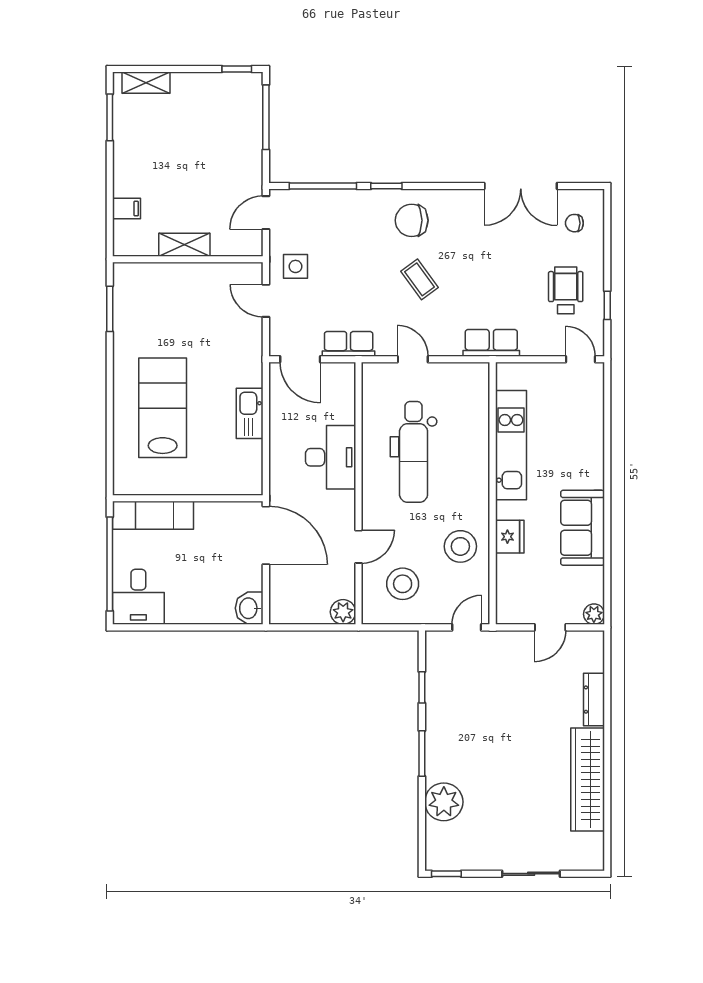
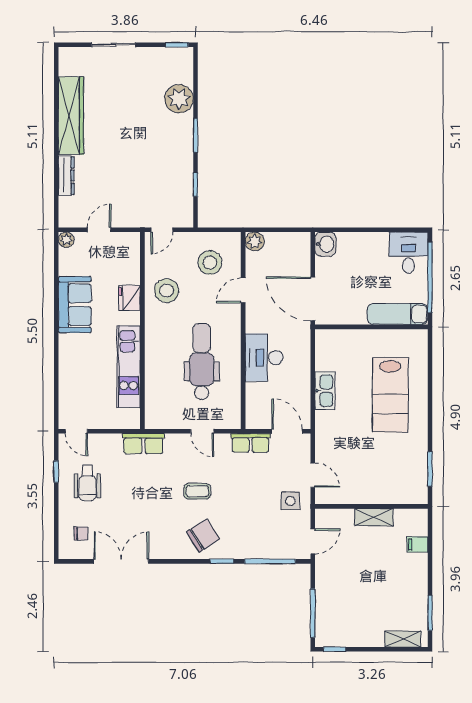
chair: (412, 220) -> (203, 536), turned -33
coffee table: (419, 279) -> (197, 491), turned -54

